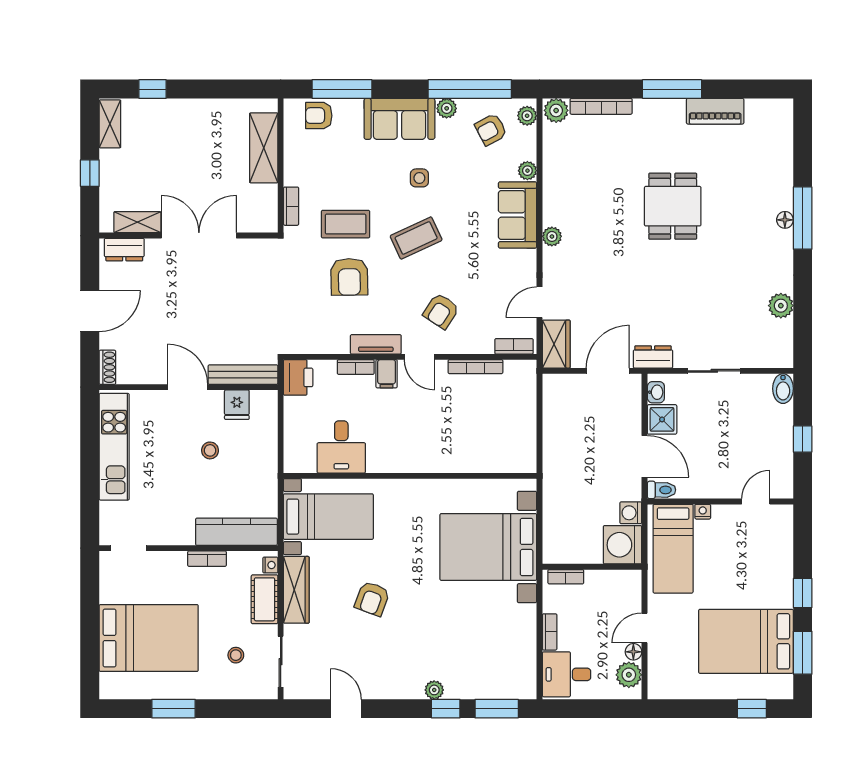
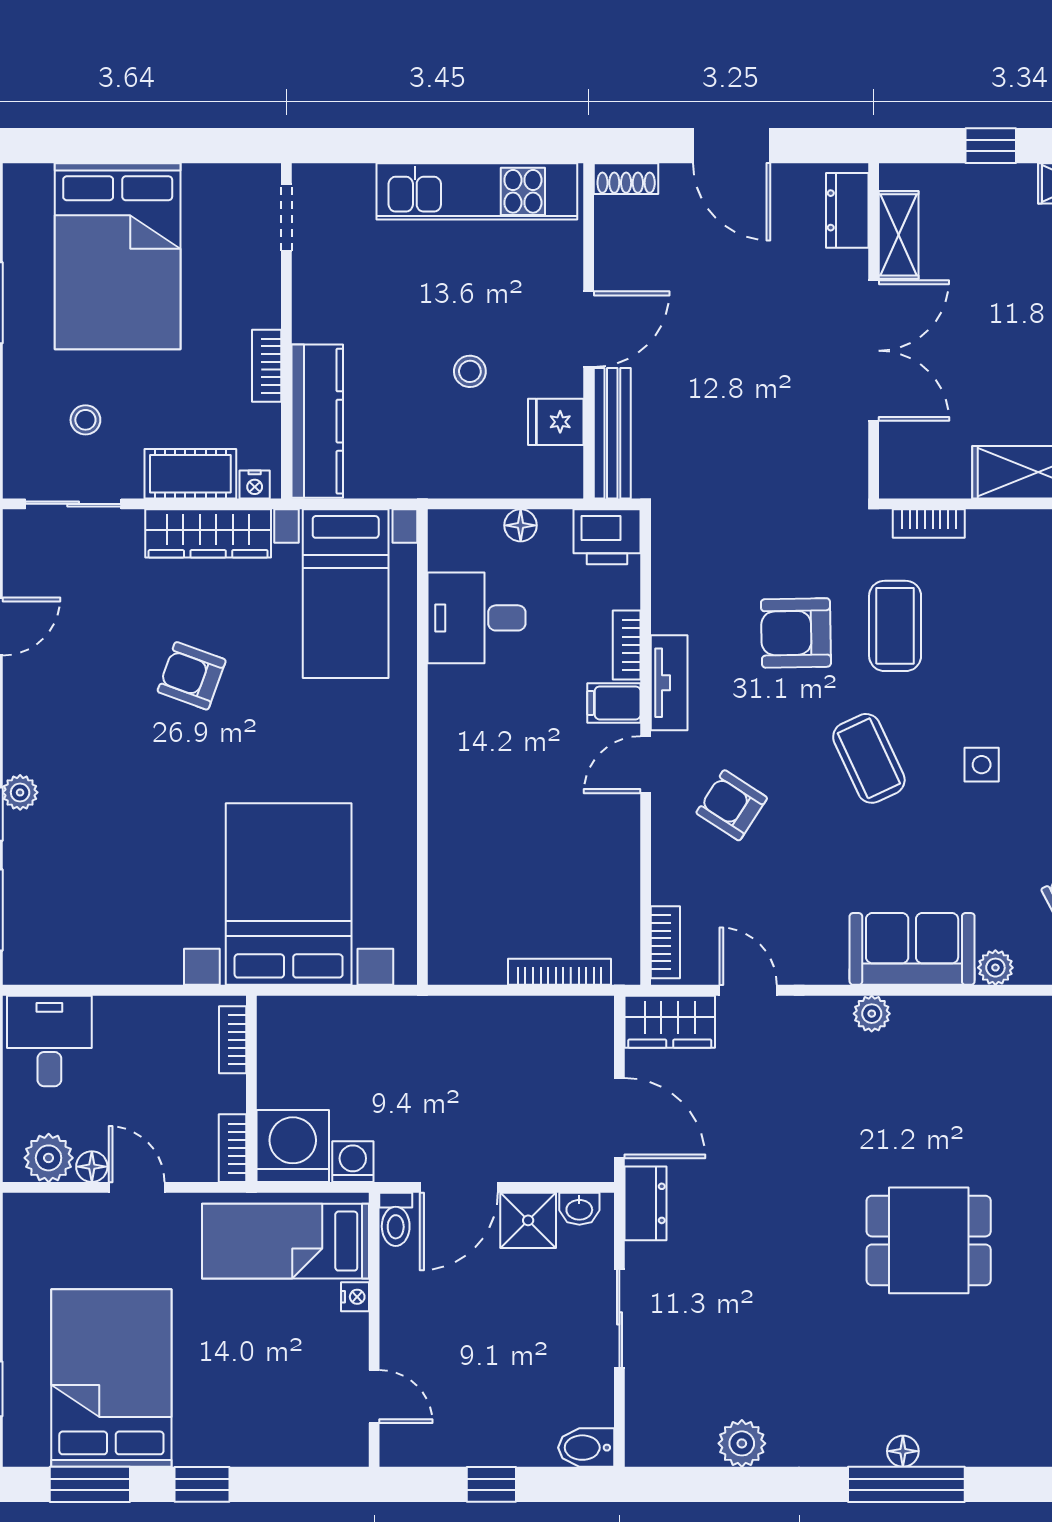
bookcase: (475, 367) -> (560, 972), moved, turned 90
floor lamp: (292, 423) -> (521, 525), added
bookcase: (550, 632) -> (233, 1148), moved, turned 90

